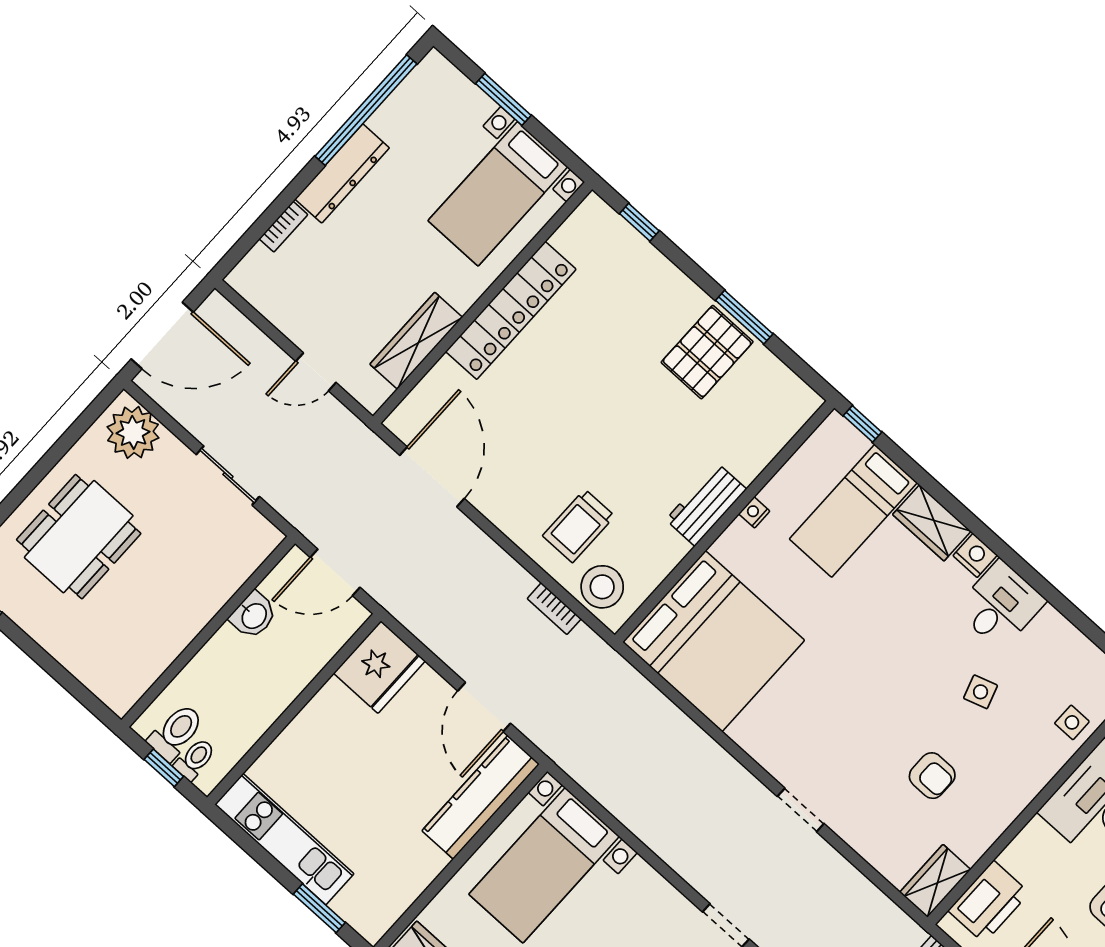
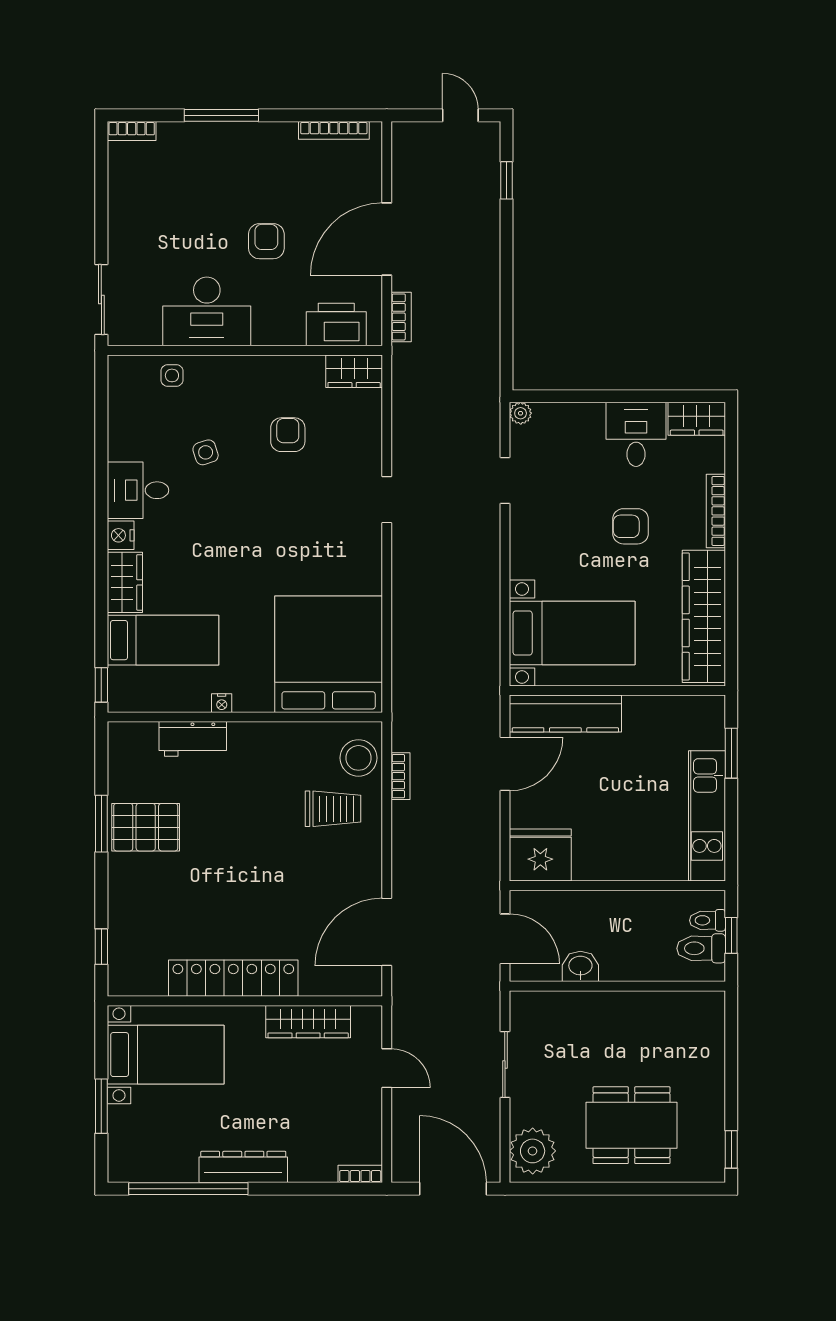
bookcase: (283, 227) -> (360, 1174), moved
workbench: (706, 504) -> (193, 739), moved

